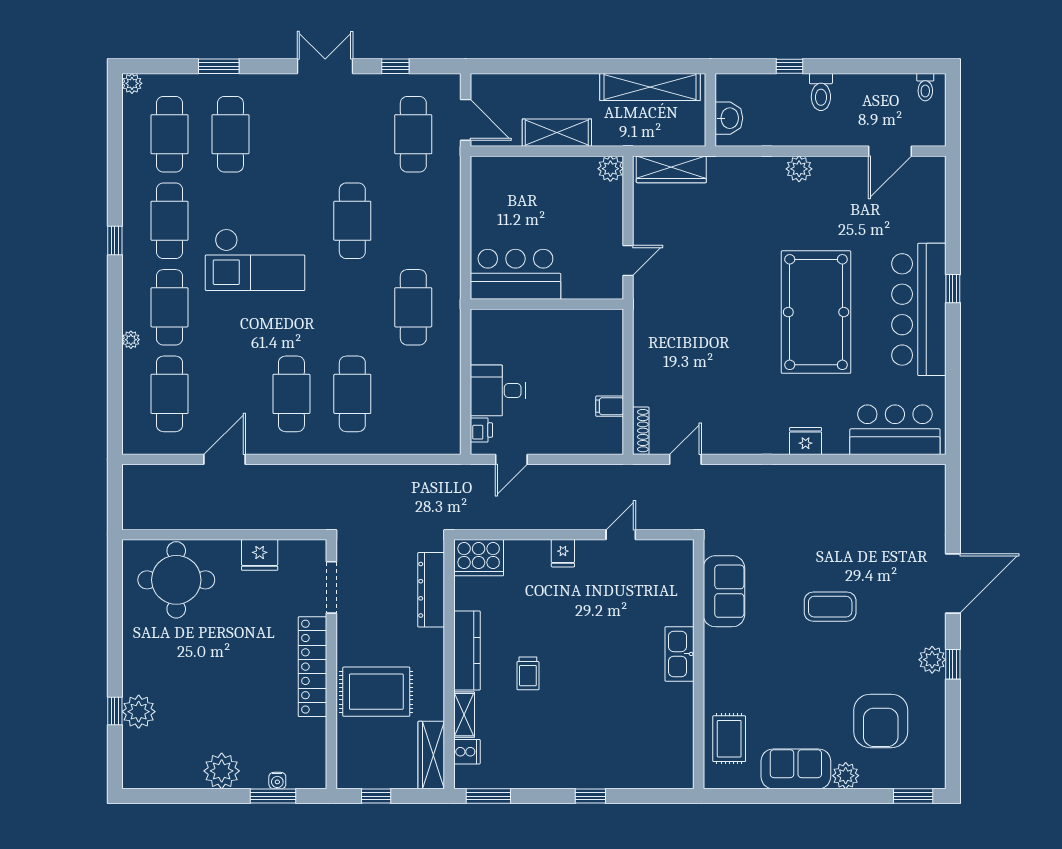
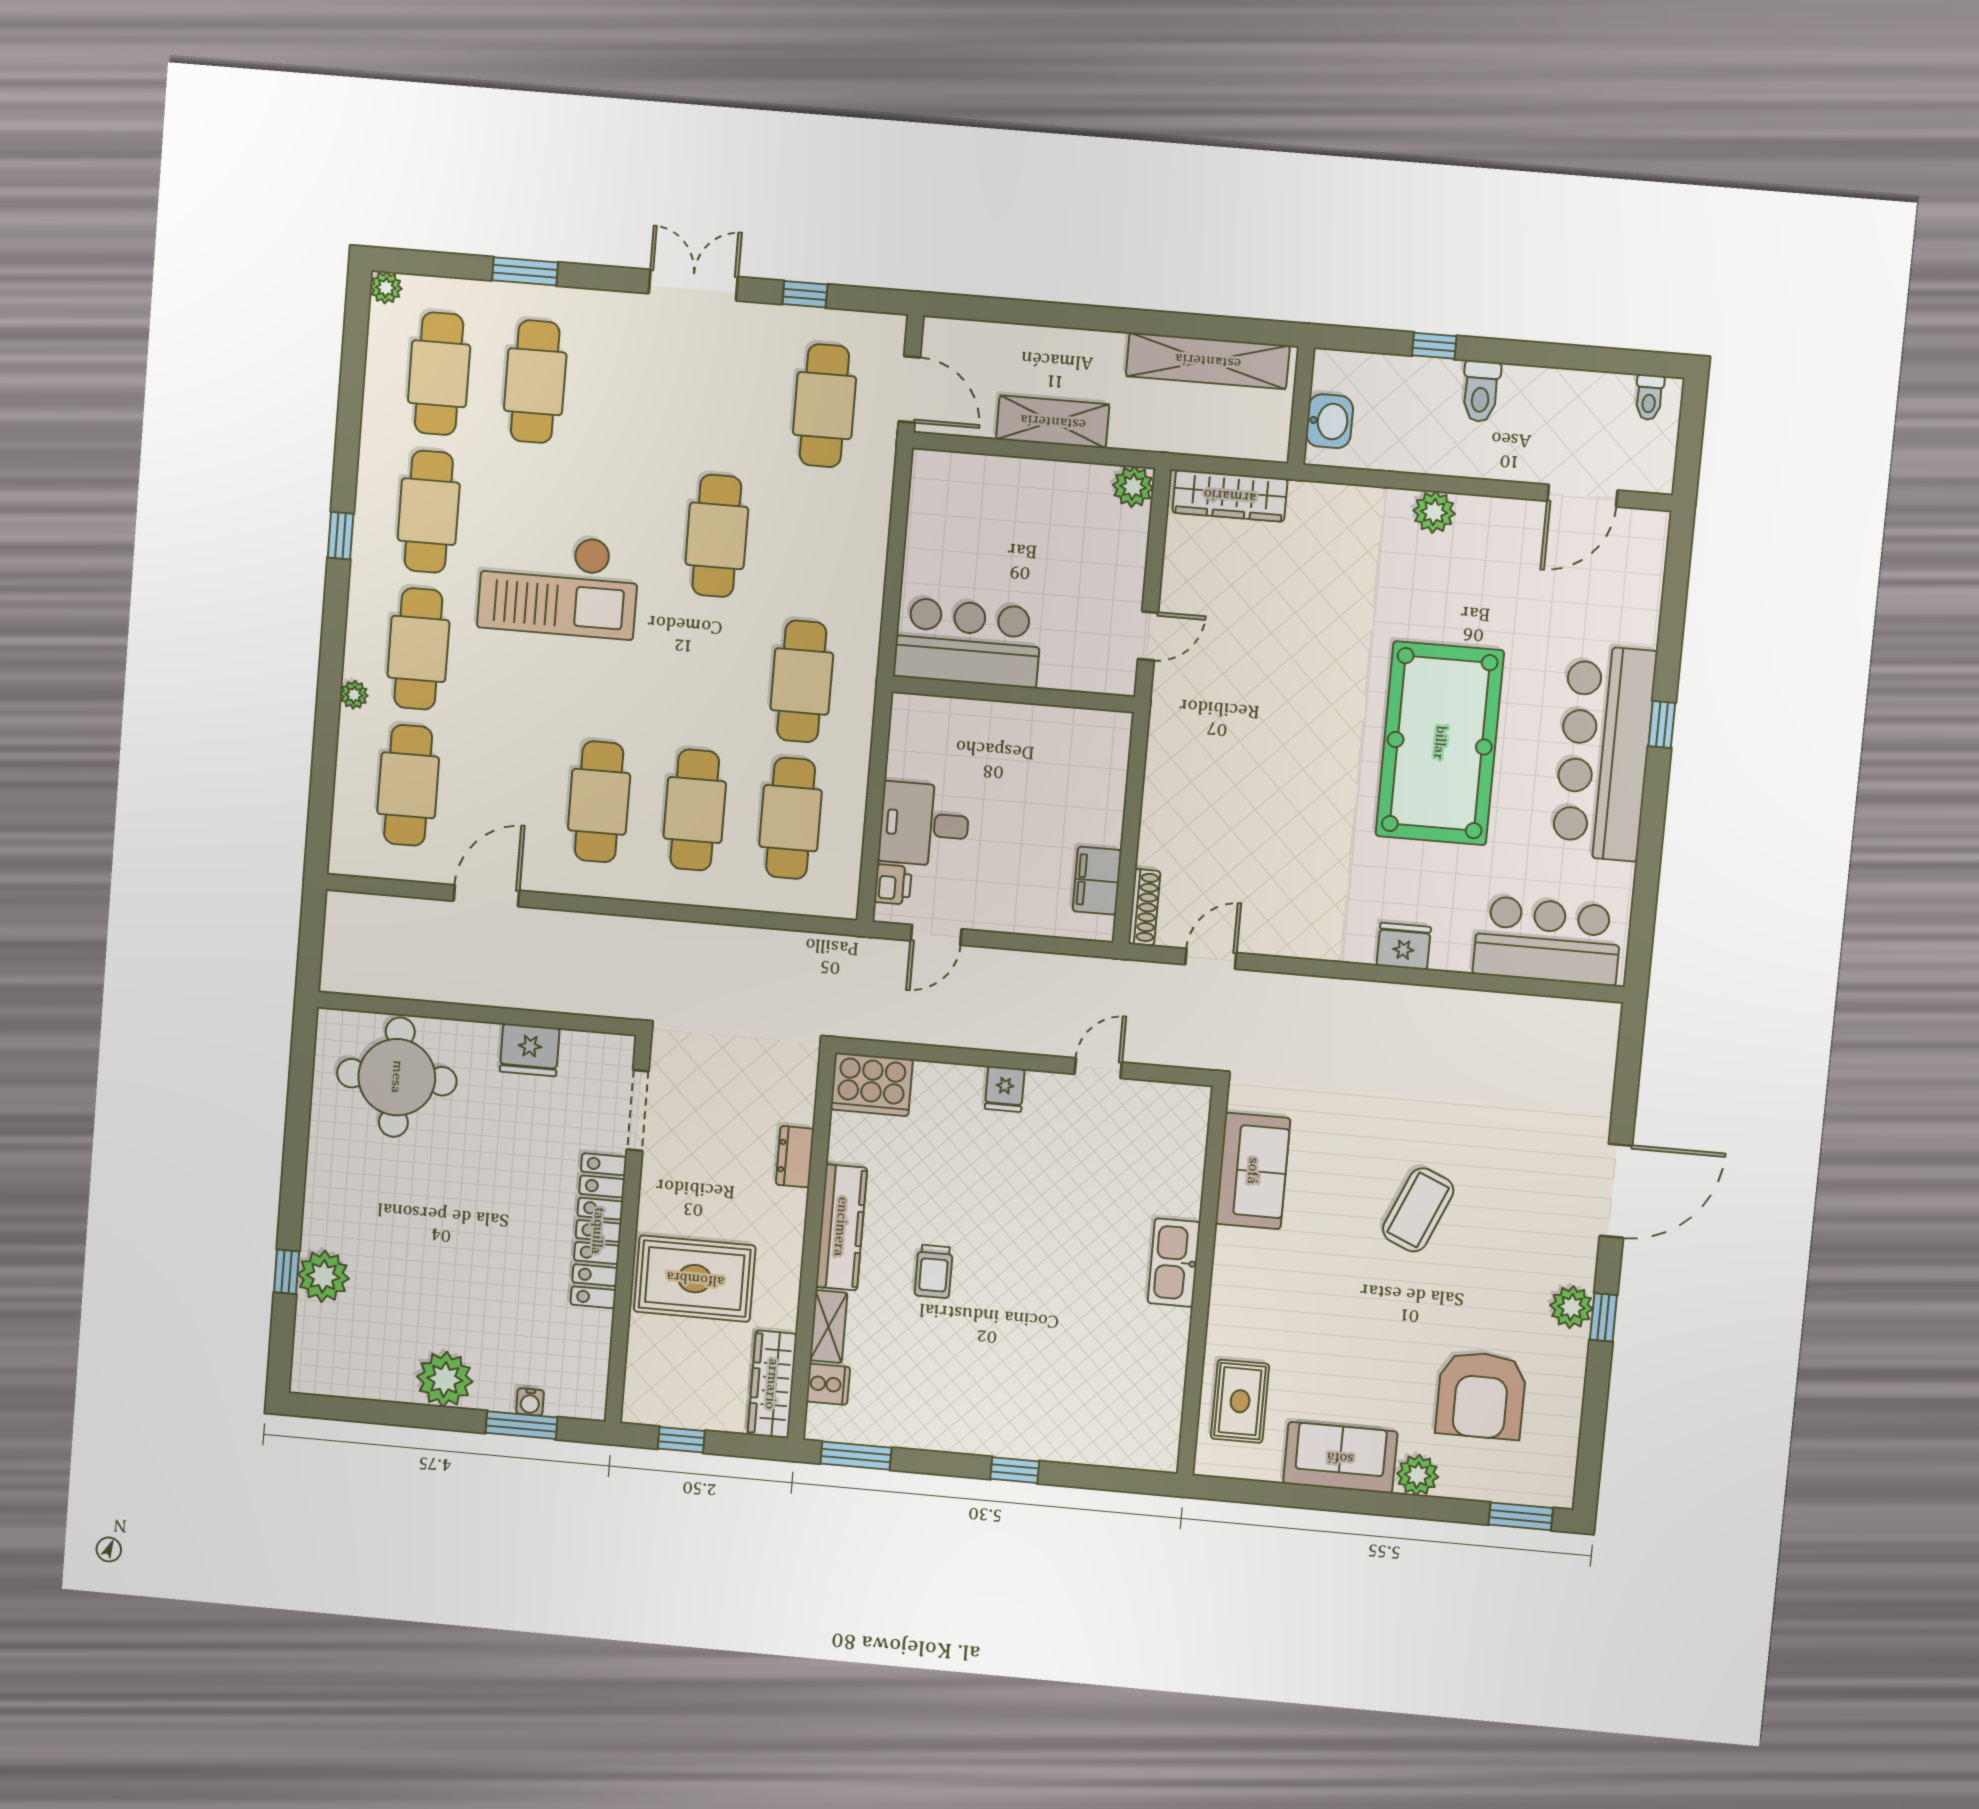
cafe table: (413, 394) -> (791, 818), added
filing cabinet: (610, 406) -> (1097, 881), width x2.00
dresser: (431, 590) -> (795, 1157), width x0.51, depth x0.80
coffee table: (830, 607) -> (1418, 1210), turned -67

